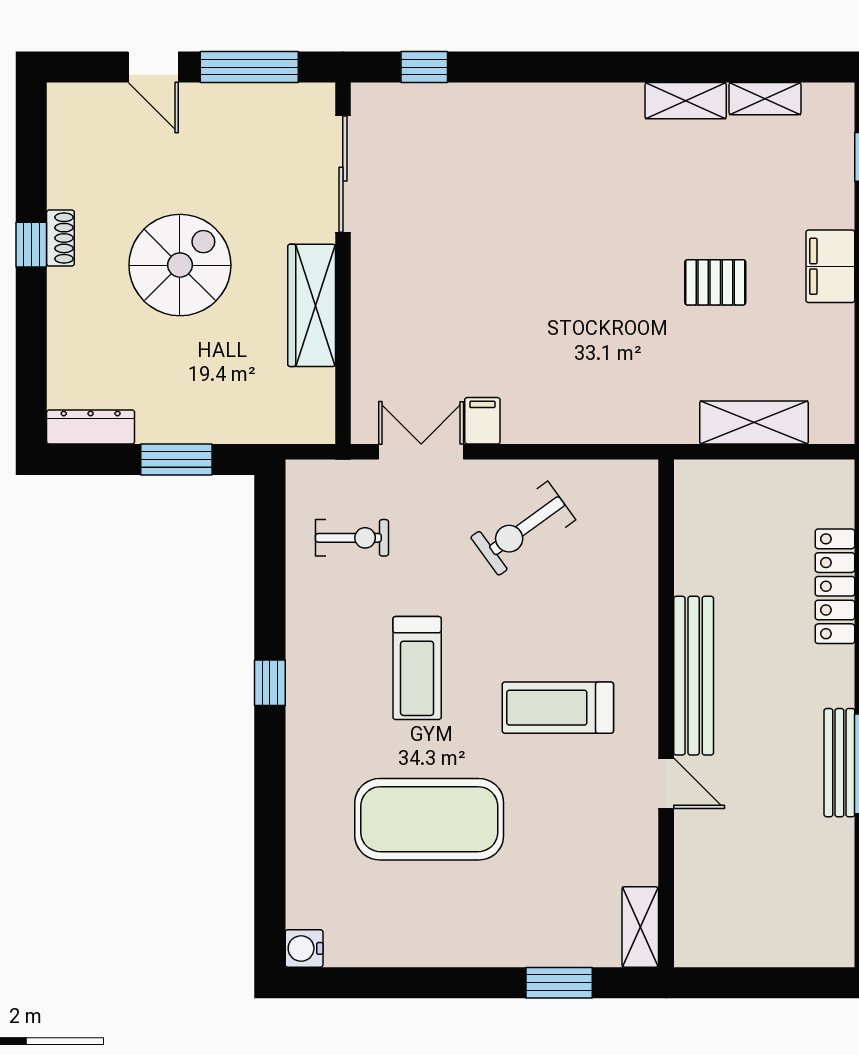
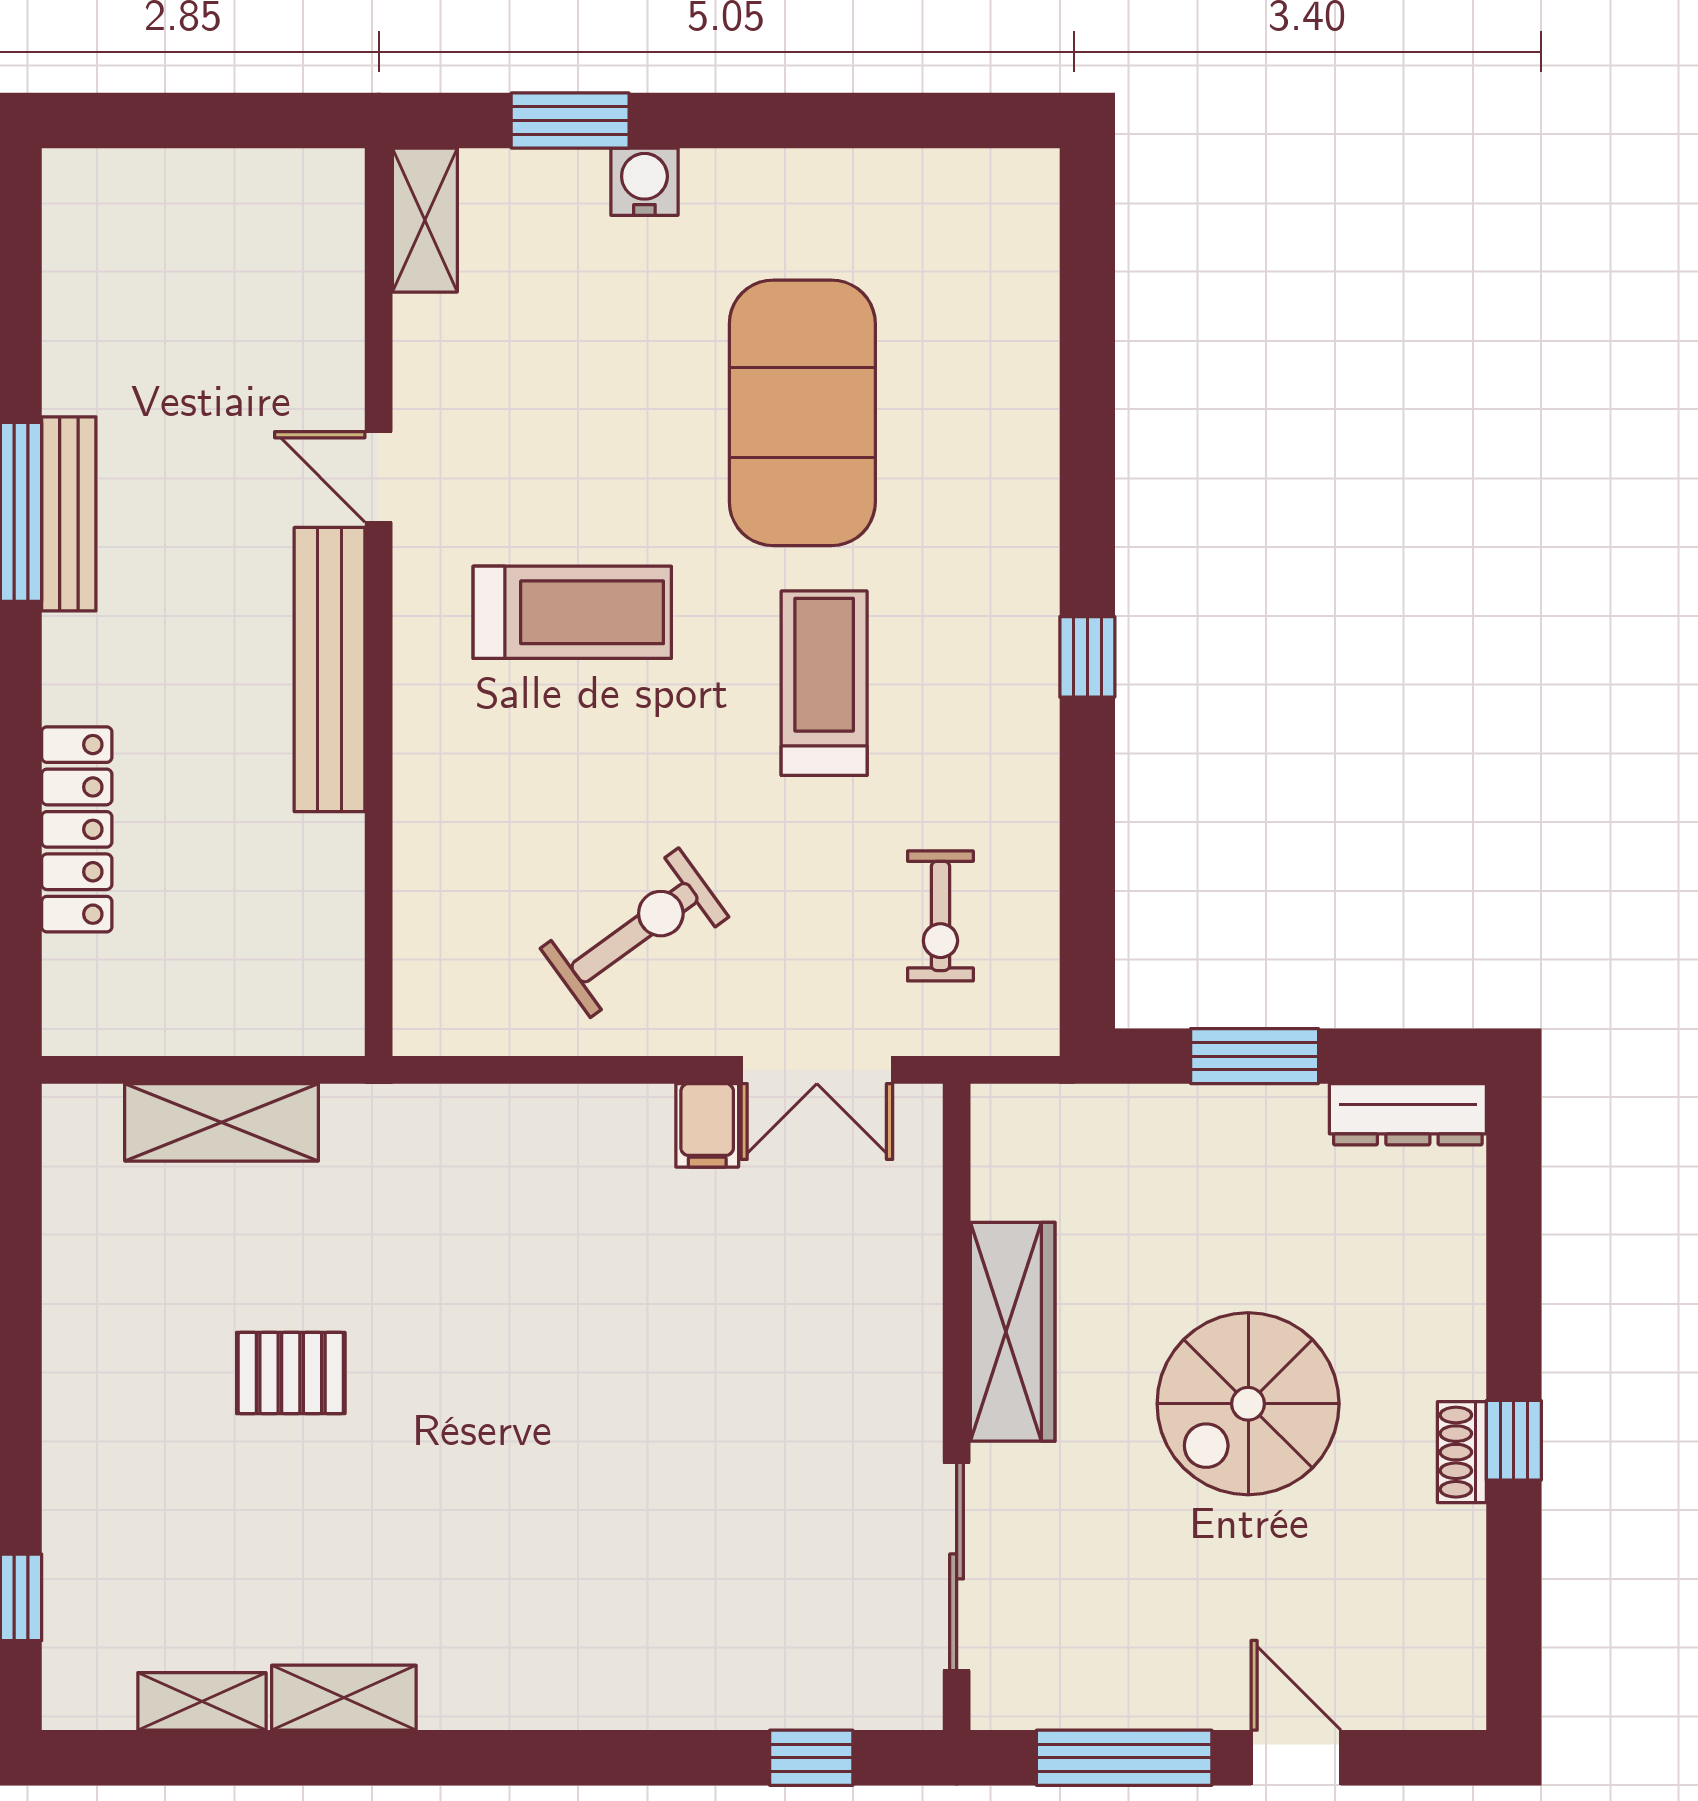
filing cabinet: (830, 266) -> (85, 1401), removed
exercise bike: (352, 538) -> (940, 916), turned -90
exercise mat: (429, 819) -> (802, 413), turned 90
water cooler: (304, 948) -> (644, 182), moved, turned -90

